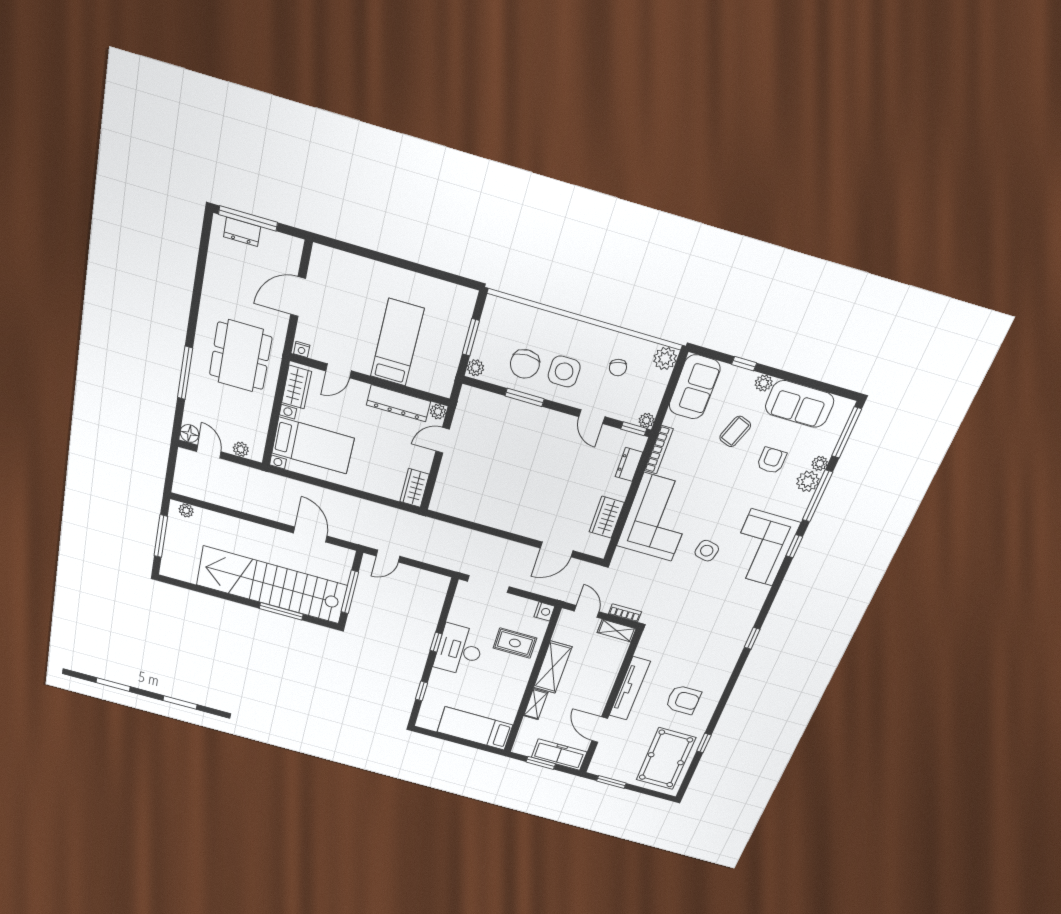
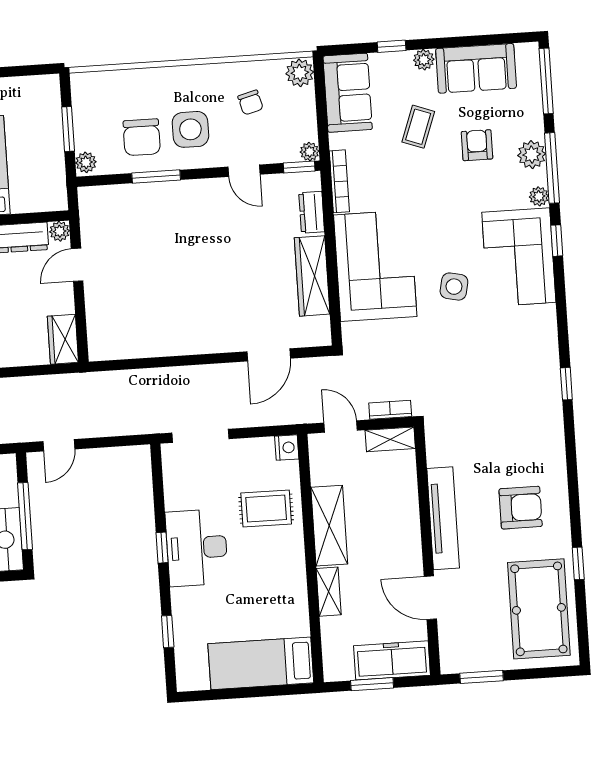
plant: (820, 463) -> (539, 196), moved
wardrobe: (607, 517) -> (312, 276), width x1.50

